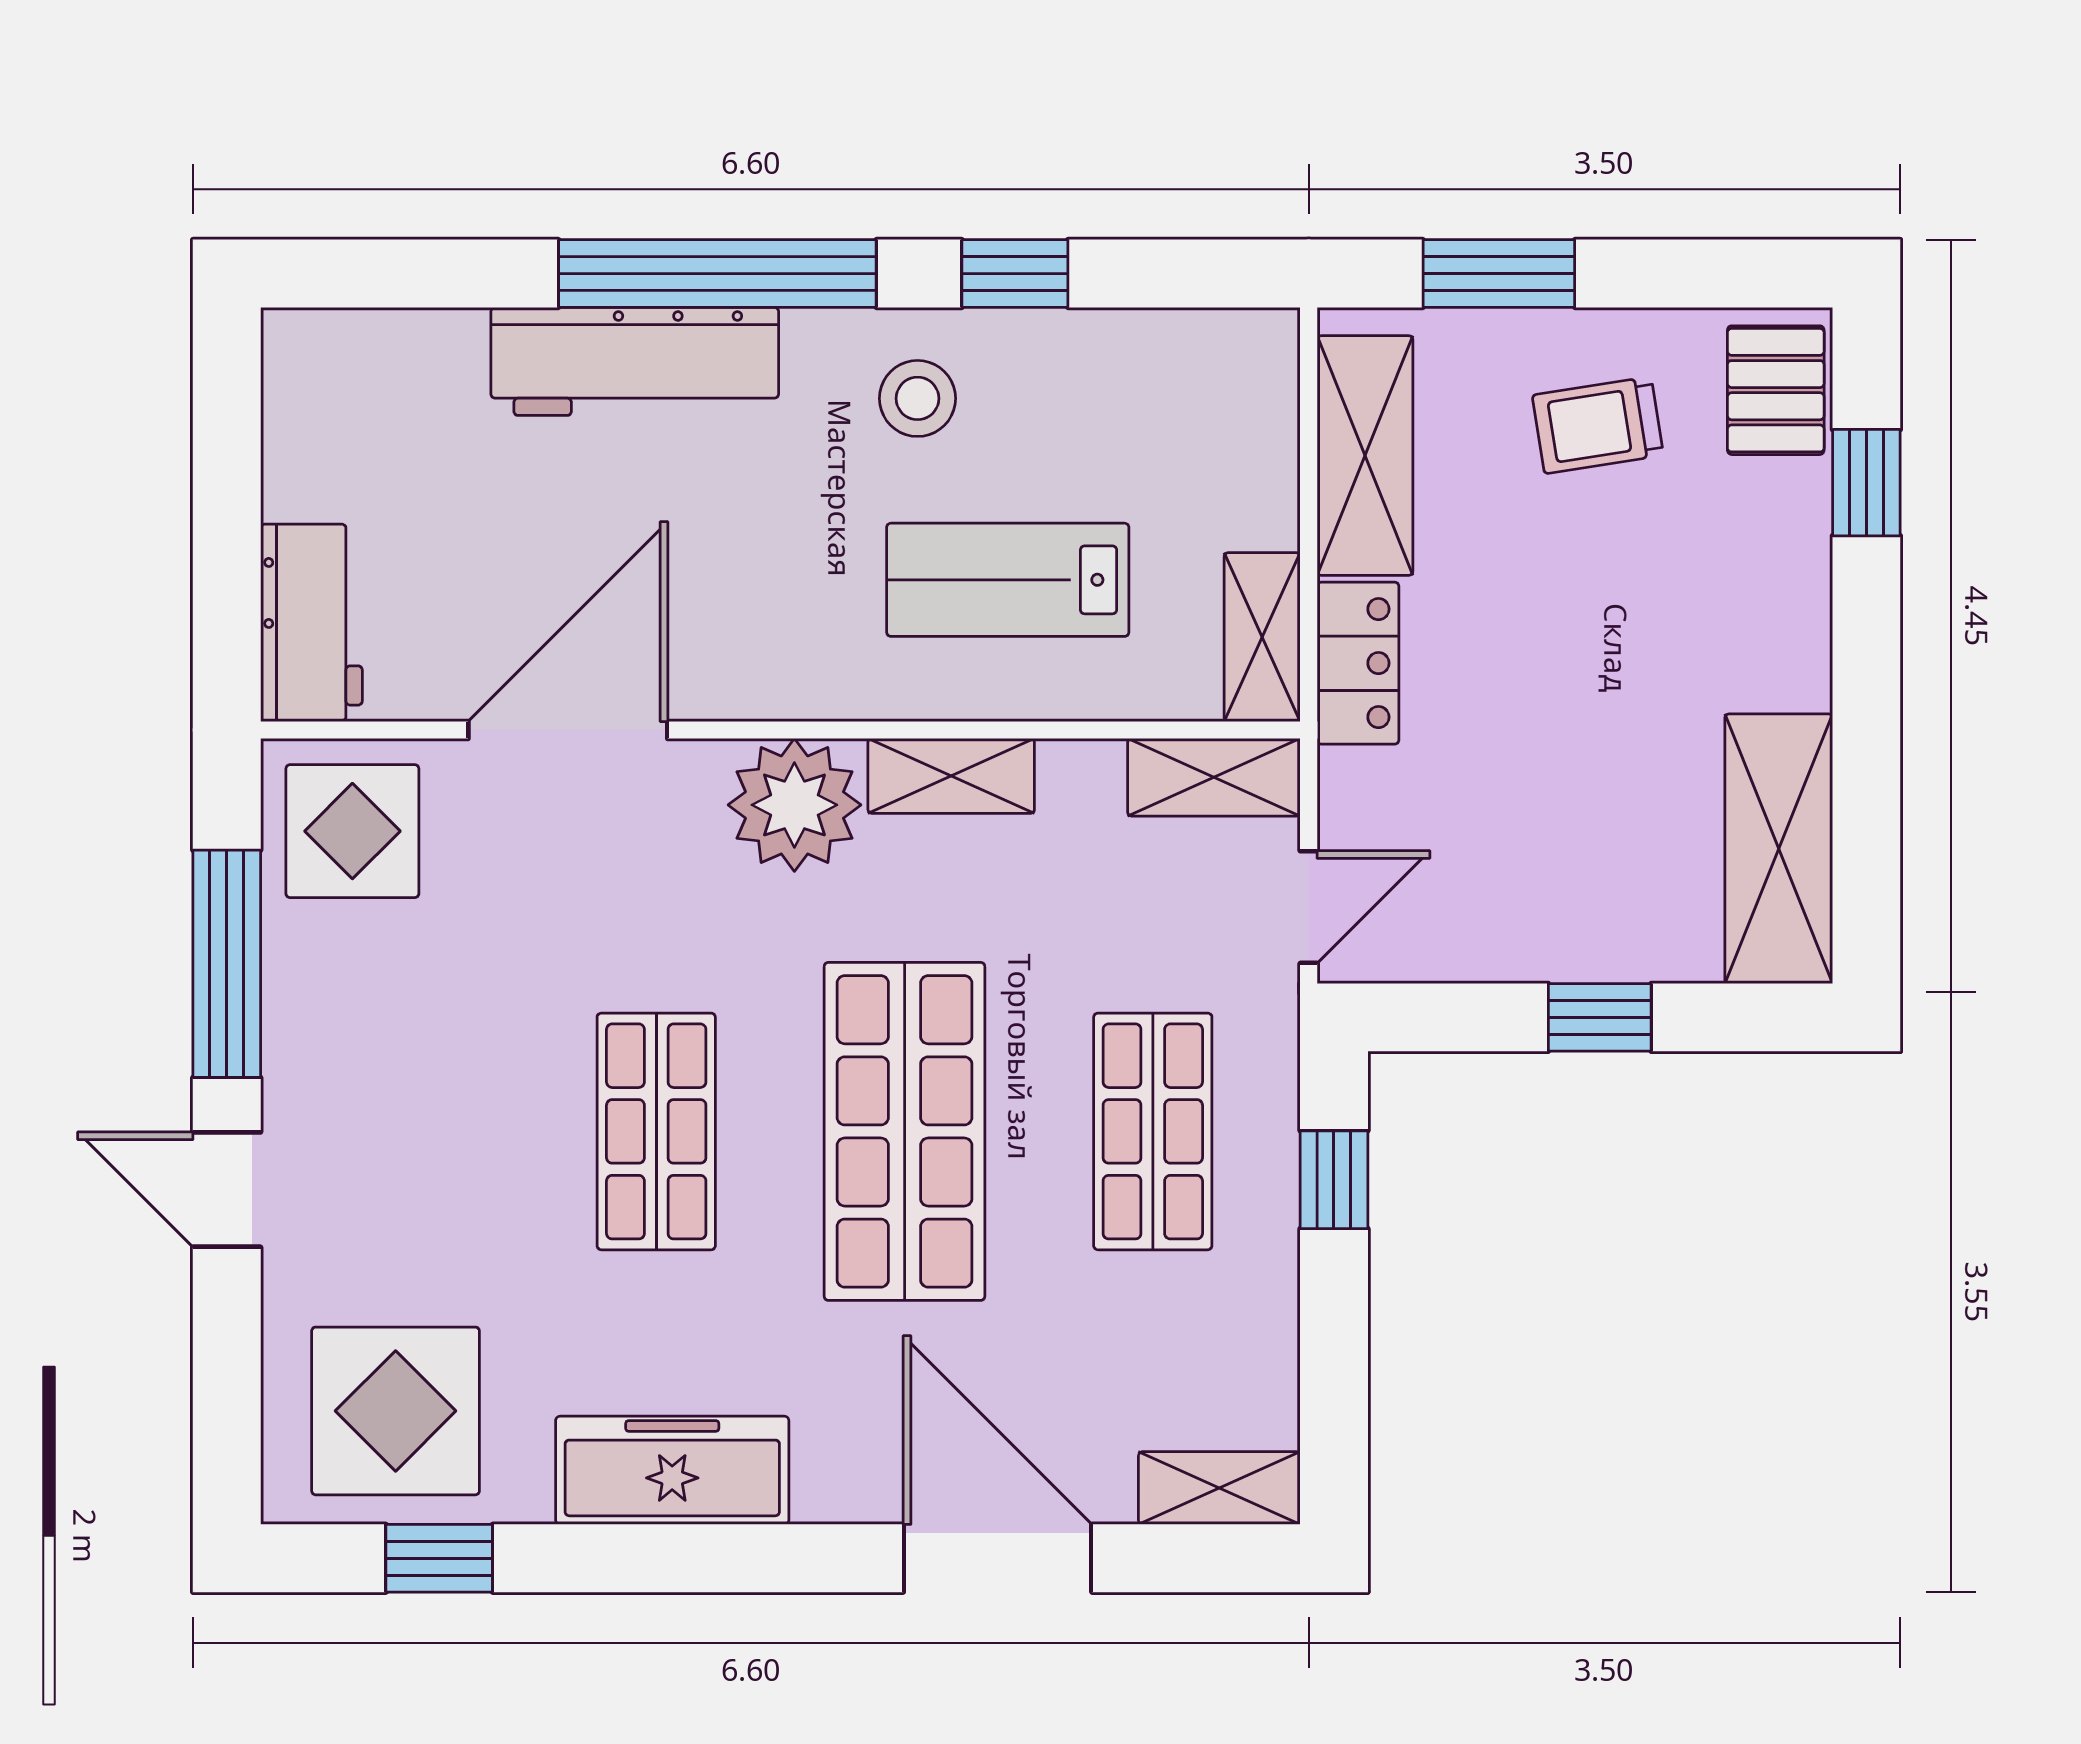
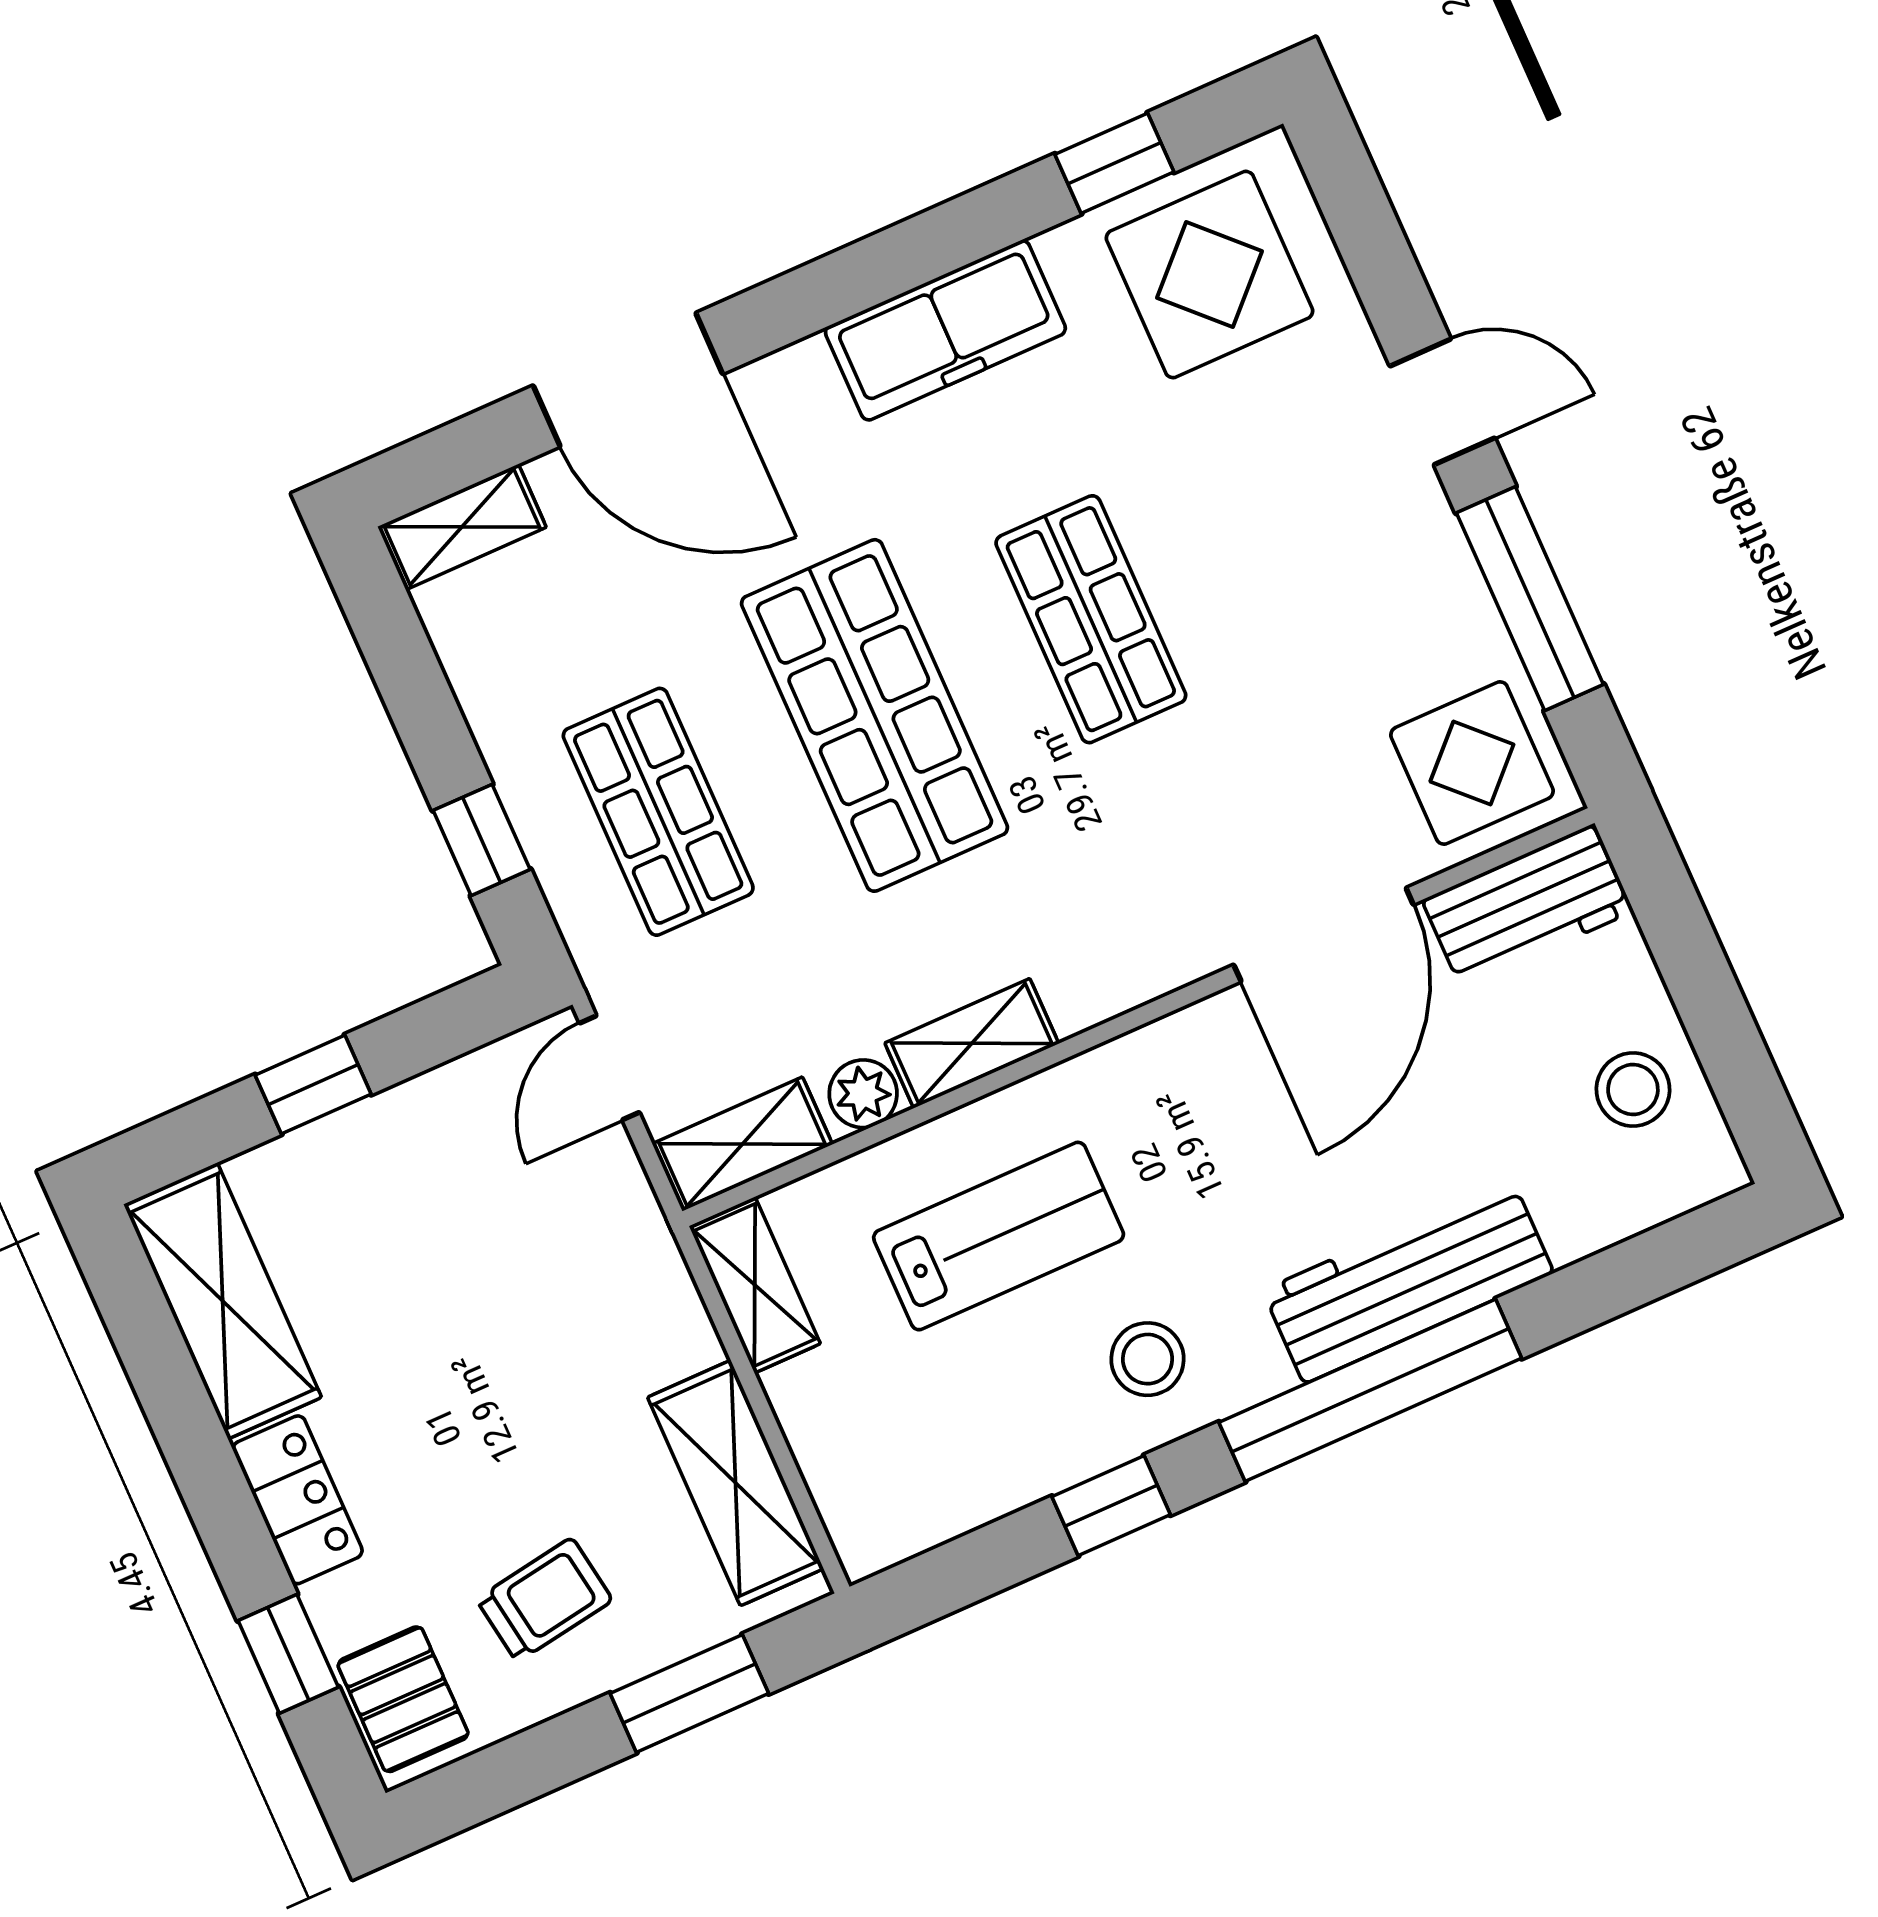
stool: (337, 450) -> (1633, 1089), added
workbench: (311, 622) -> (1527, 906), moved, turned -90
locker: (1358, 663) -> (298, 1500), moved, turned 180
plant: (794, 805) -> (863, 1094), moved, width x0.53, depth x0.53

